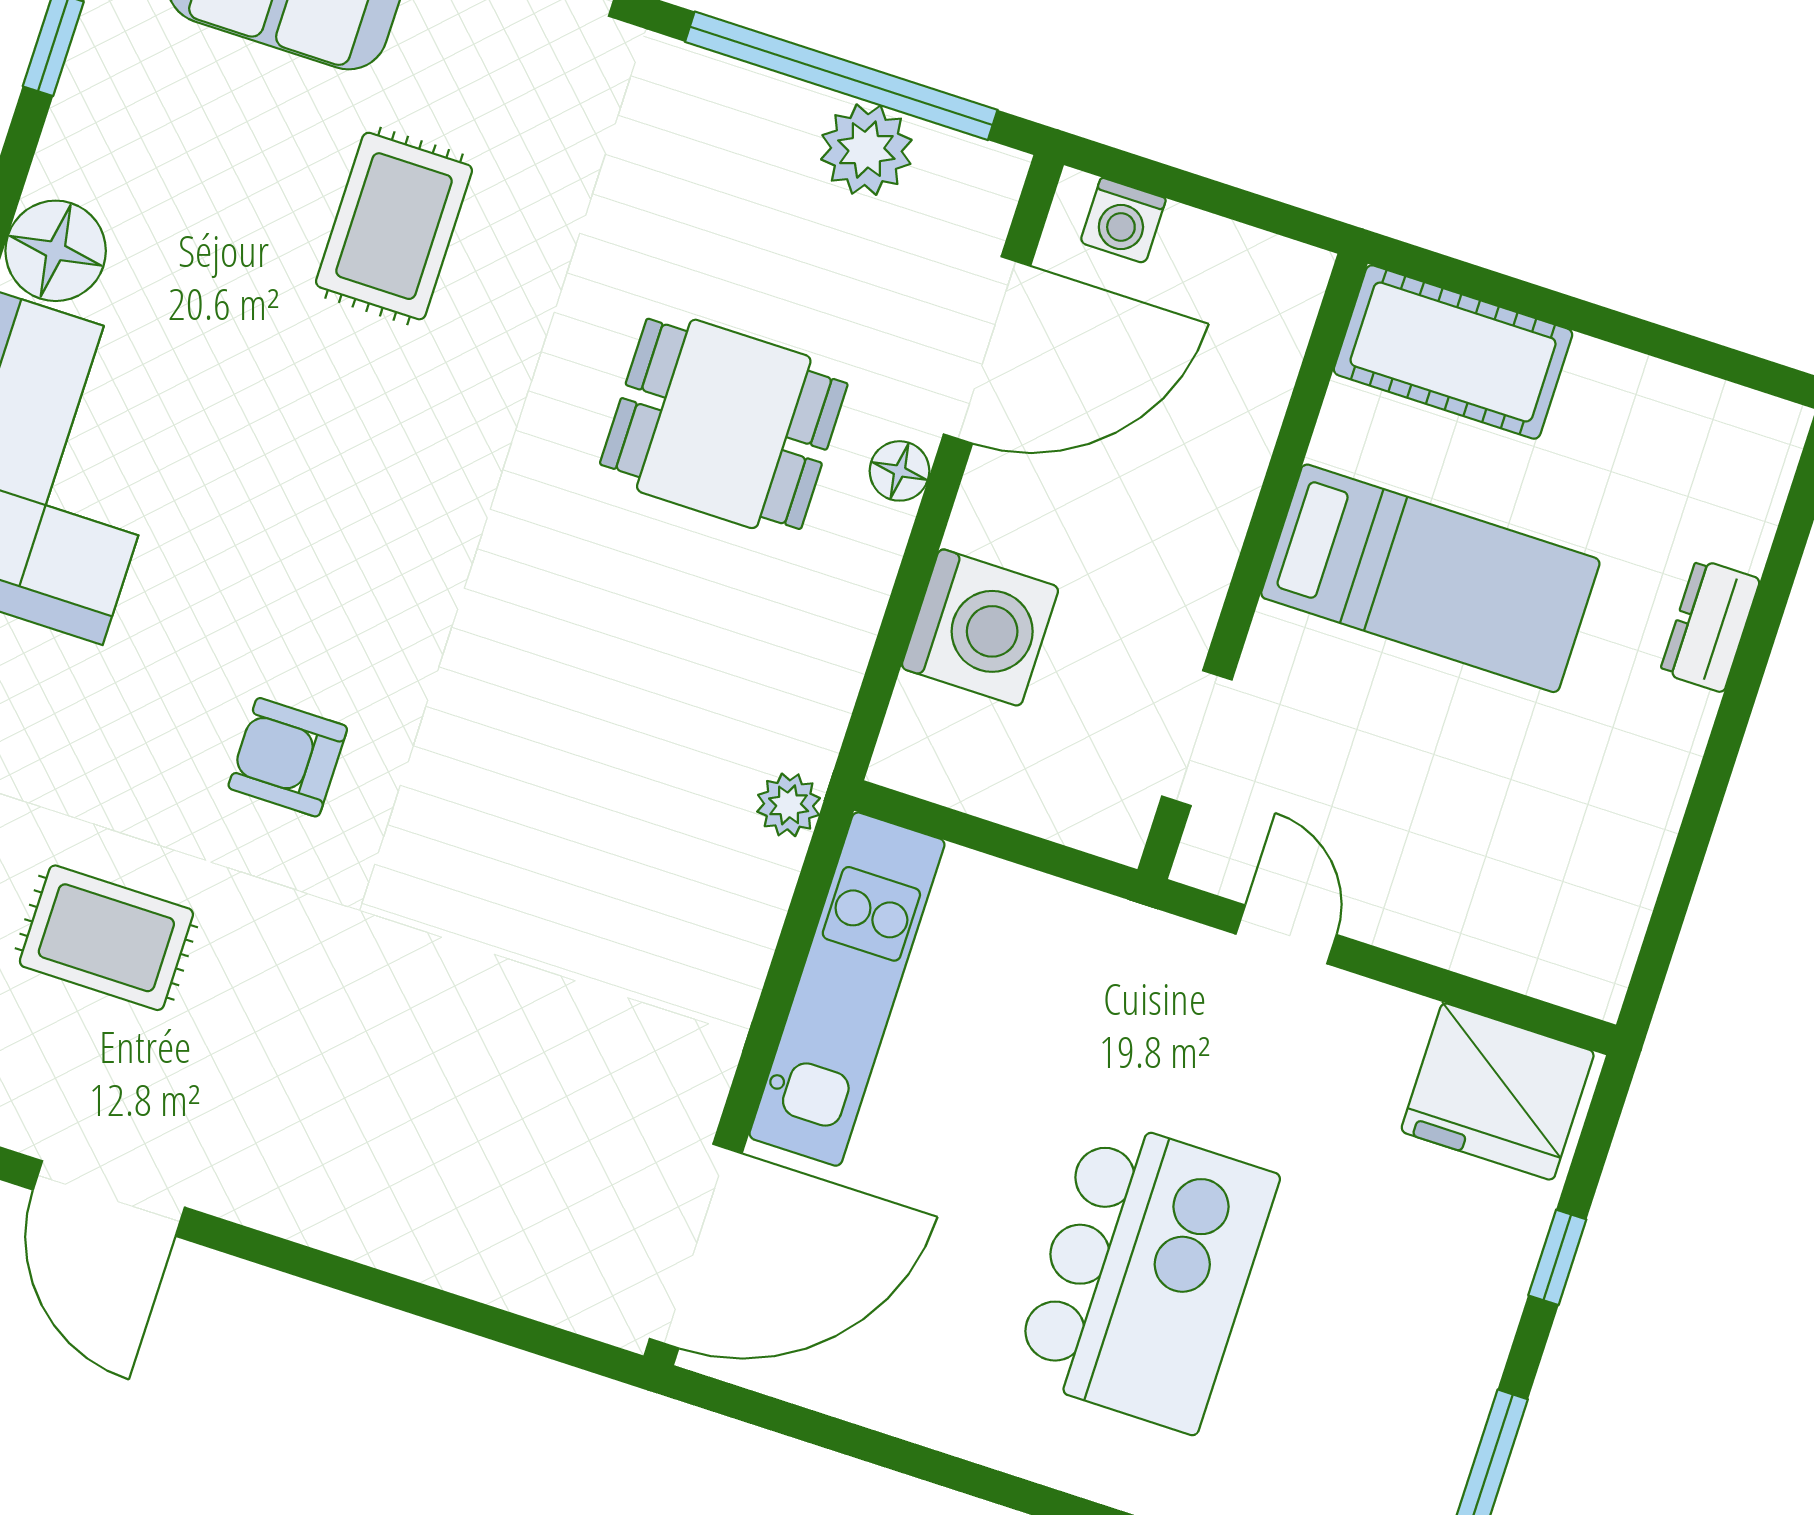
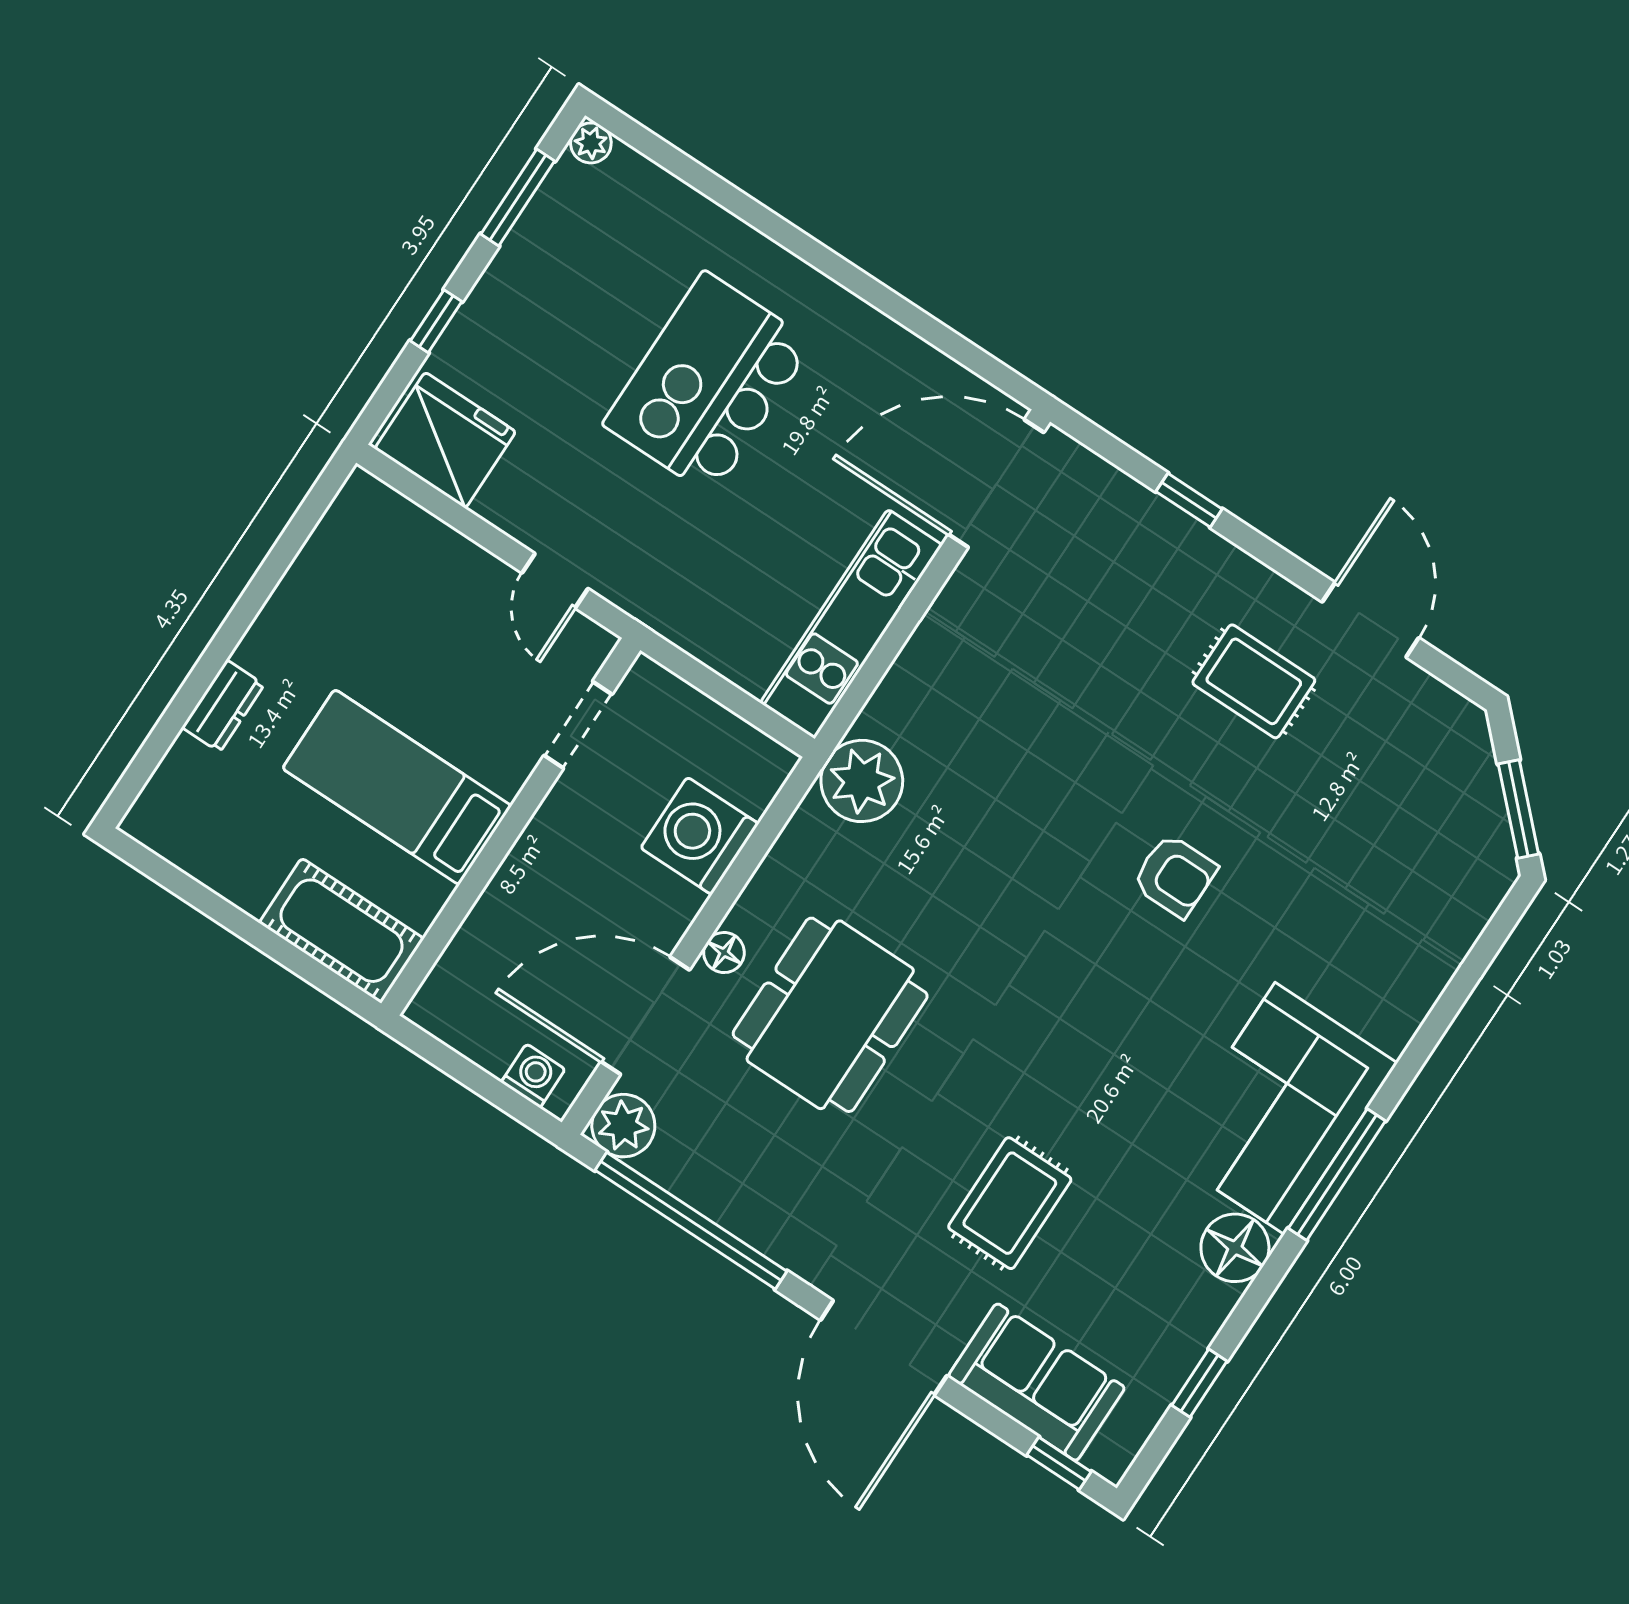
plant: (866, 150) -> (623, 1126), moved
dining table: (724, 424) -> (830, 1015), width x1.38
plant: (789, 805) -> (862, 781), width x1.88, depth x1.88
rug: (106, 938) -> (1254, 681), moved
window: (414, 1298) -> (1189, 500), added

